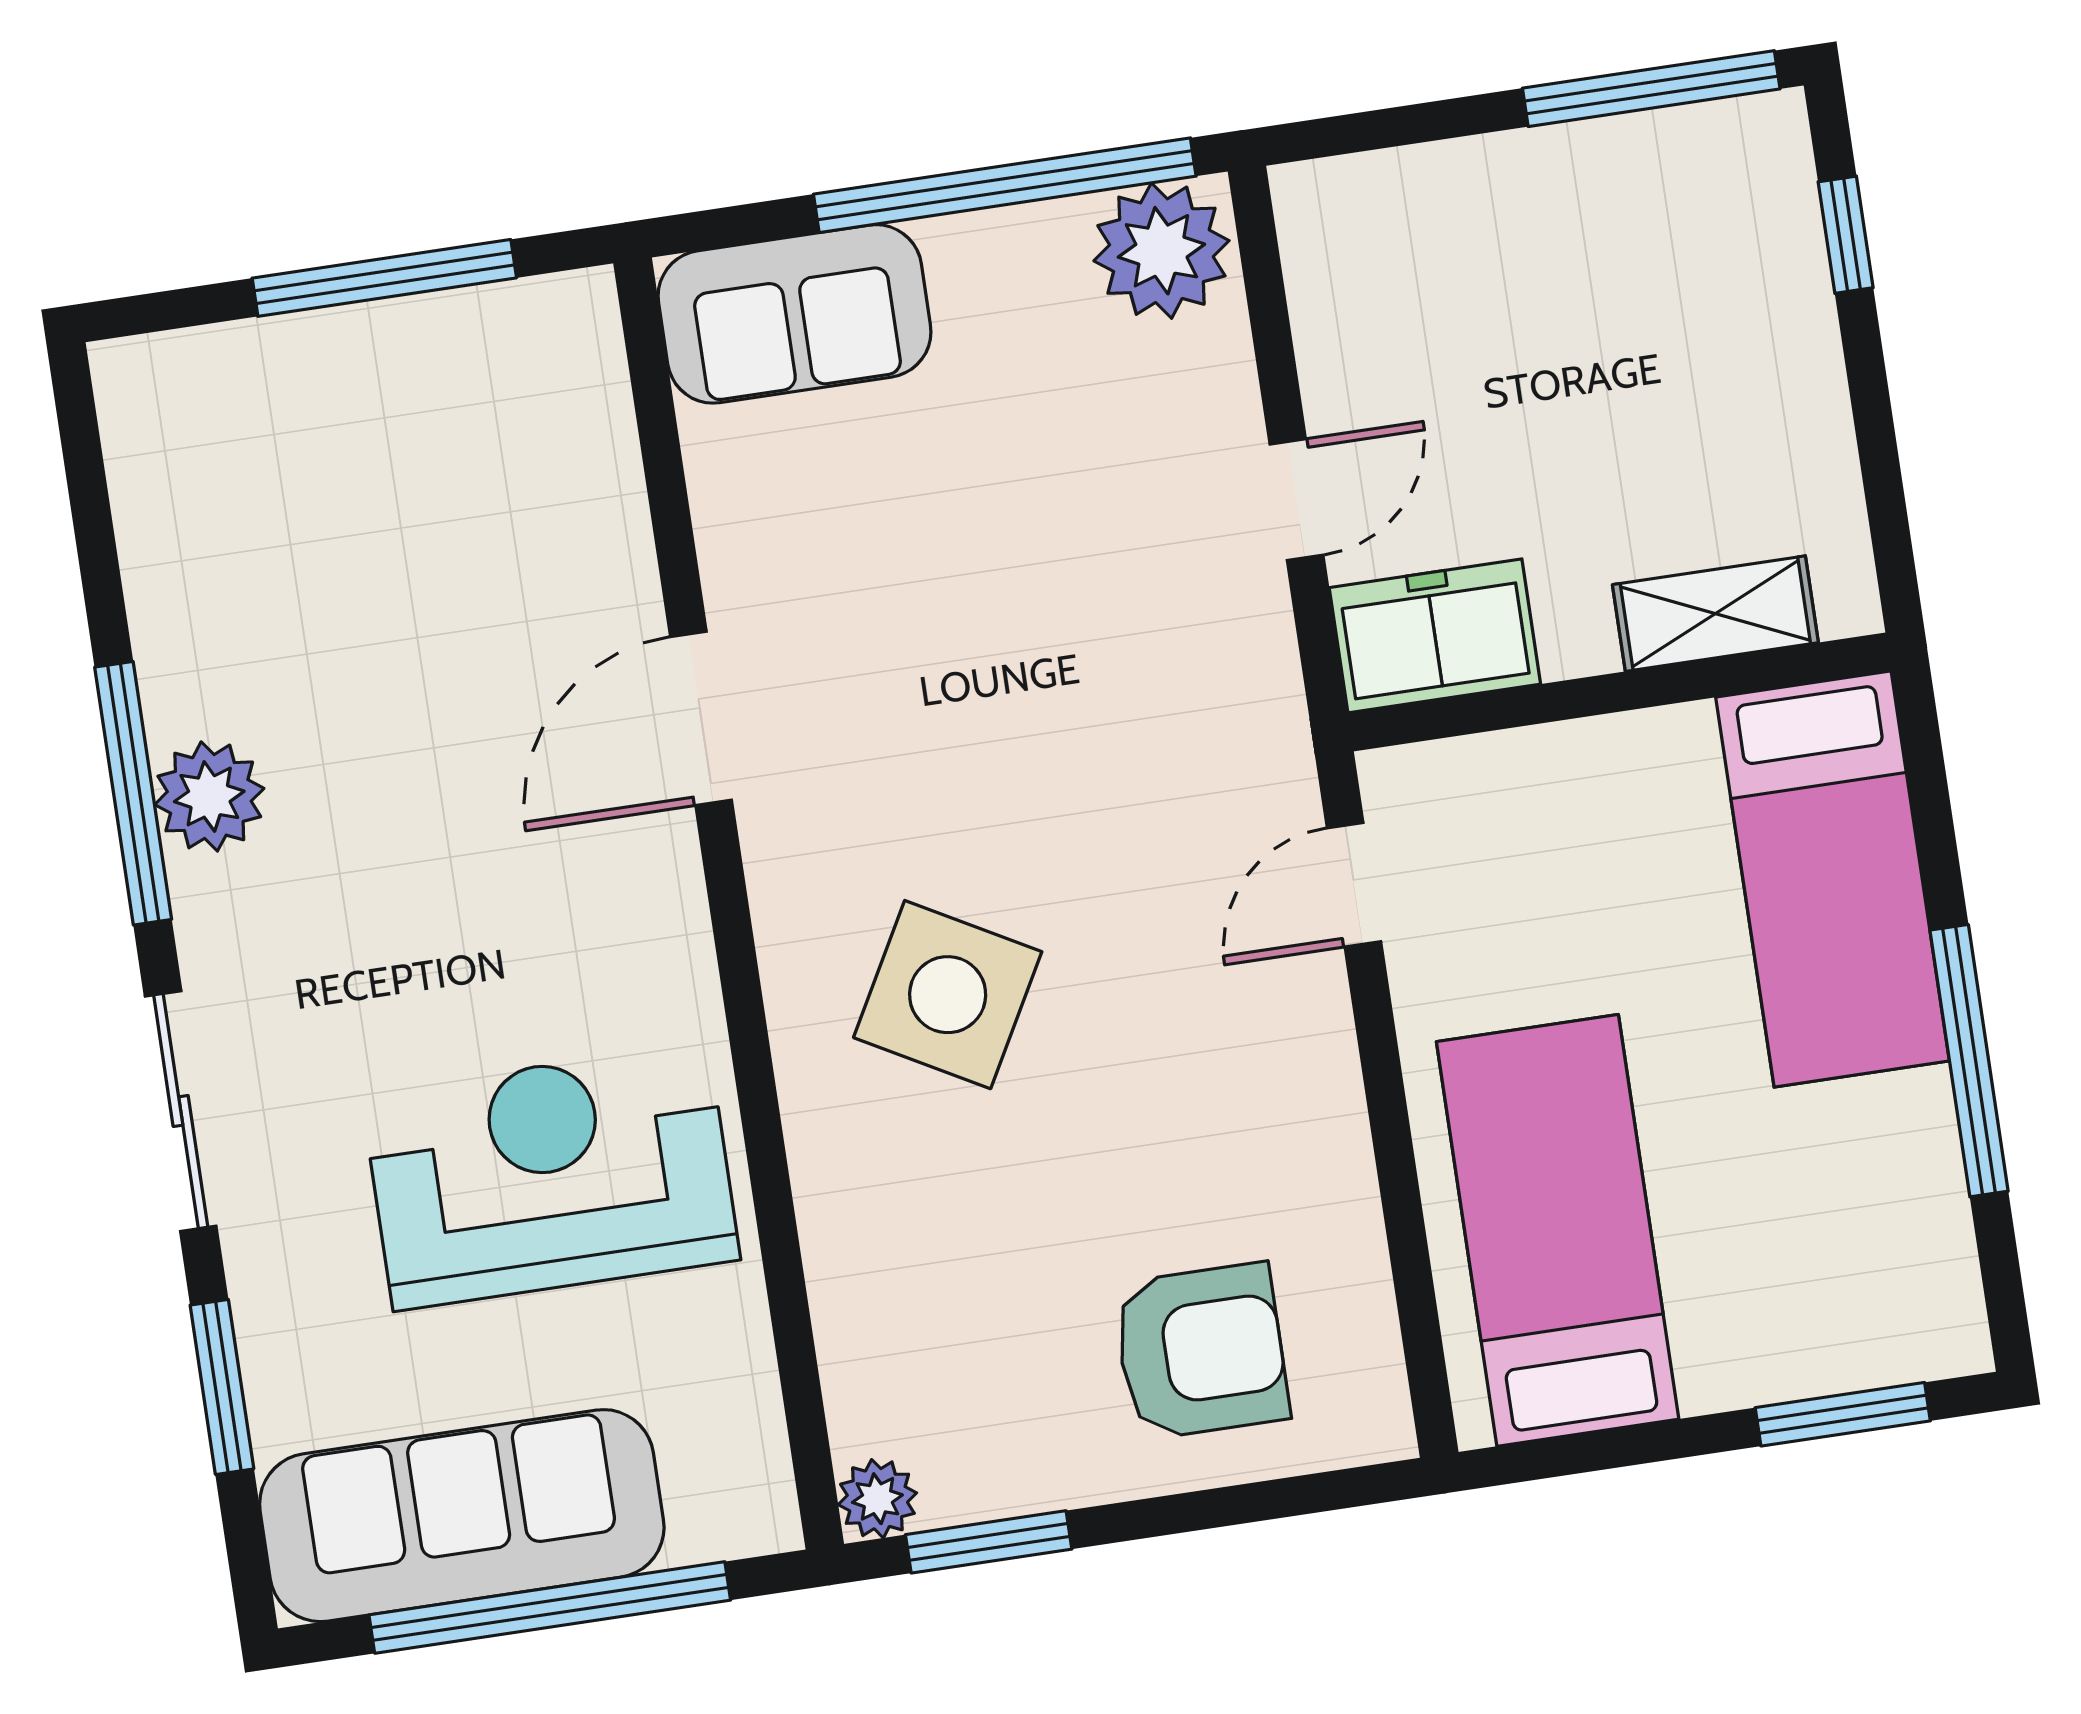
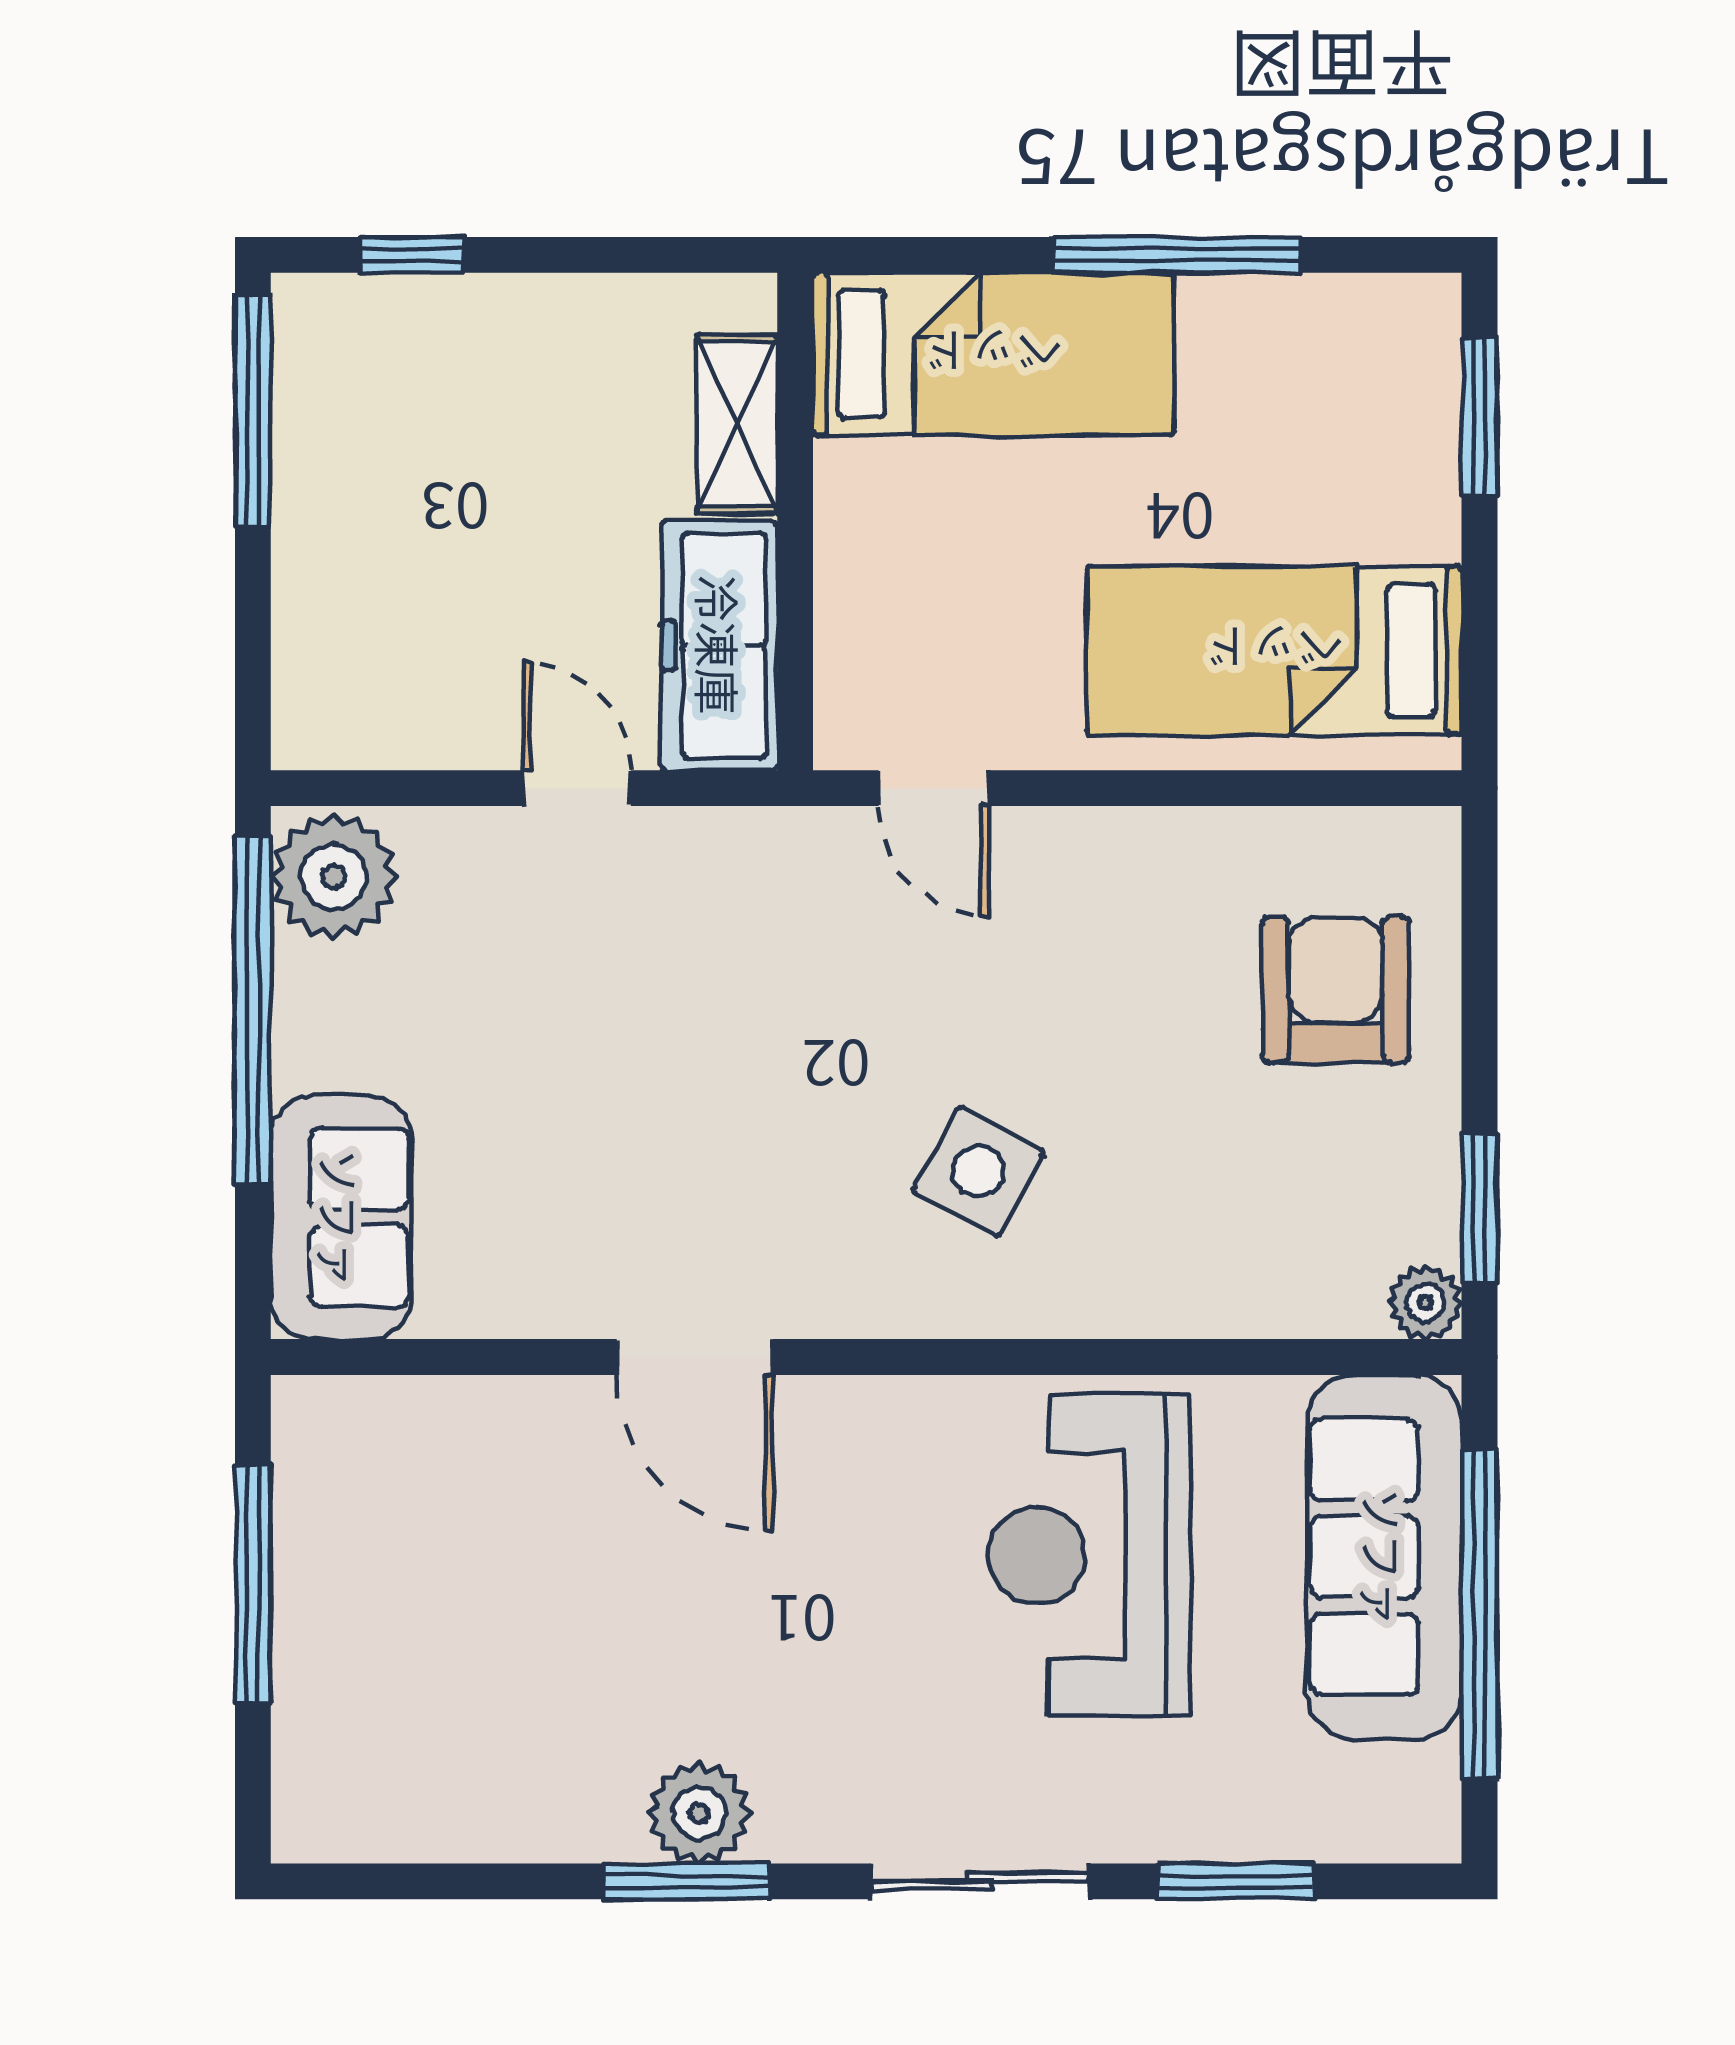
freezer: (1435, 636) -> (719, 645), width x1.40
window: (133, 793) -> (686, 1881), width x0.69
side table: (948, 995) -> (978, 1171), width x0.73, depth x0.73
sofa: (462, 1516) -> (1384, 1557), moved

